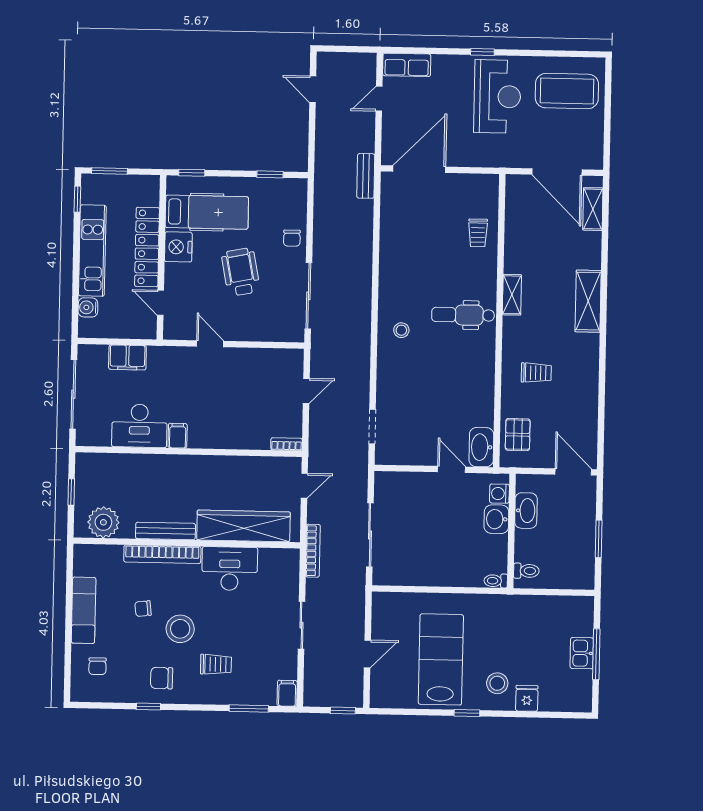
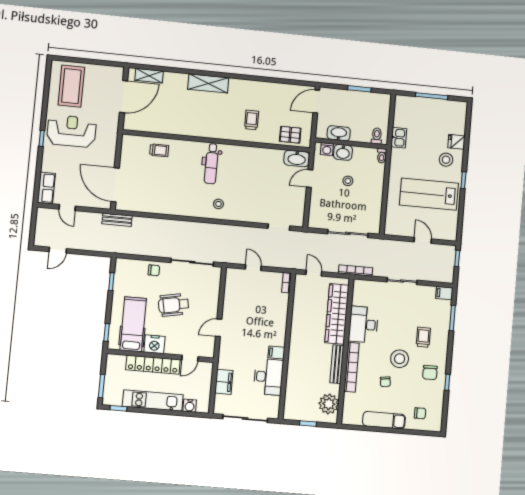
shelving: (512, 295) -> (201, 132), removed
stool: (452, 530) -> (348, 181), added
kitchen sink: (582, 653) -> (399, 138), moved, turned -90

